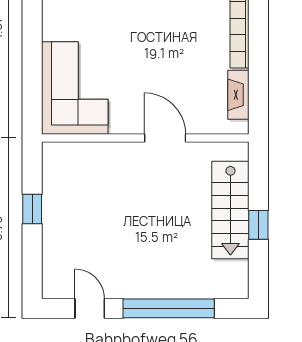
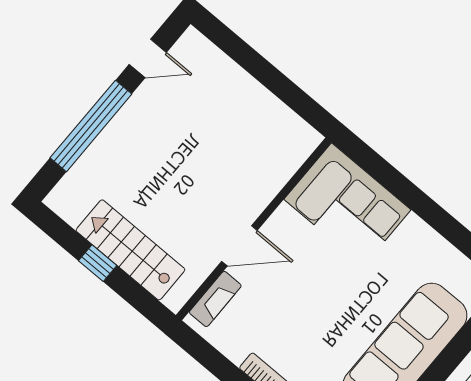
fireplace: (238, 95) -> (215, 299), moved, turned 90
window: (32, 209) -> (274, 81), removed

